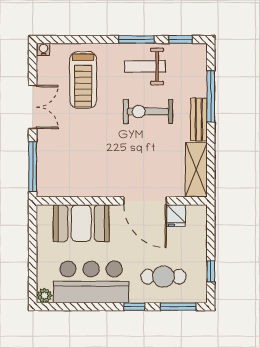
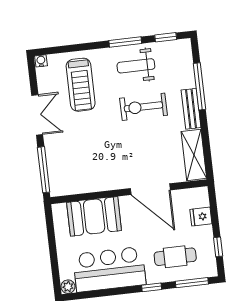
fridge: (176, 216) -> (201, 217), moved, turned 90

